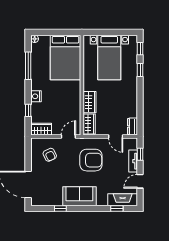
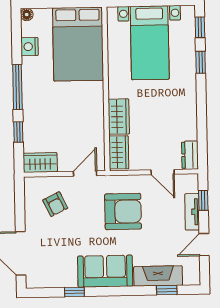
window: (28, 66) -> (17, 87), moved
nightstand: (36, 96) -> (30, 47), moved
fireplace: (123, 200) -> (158, 276), moved

